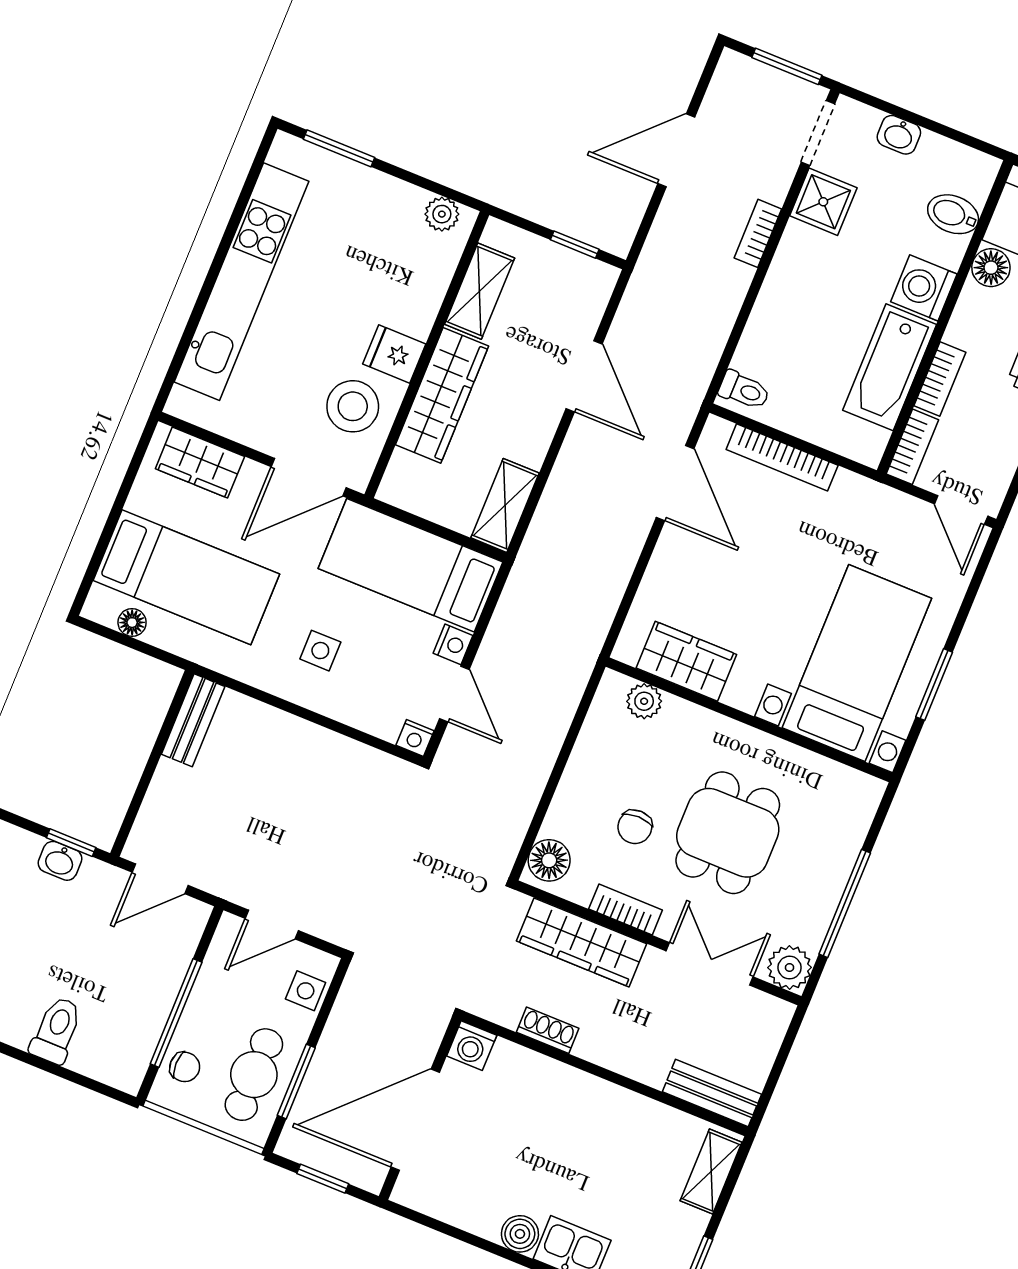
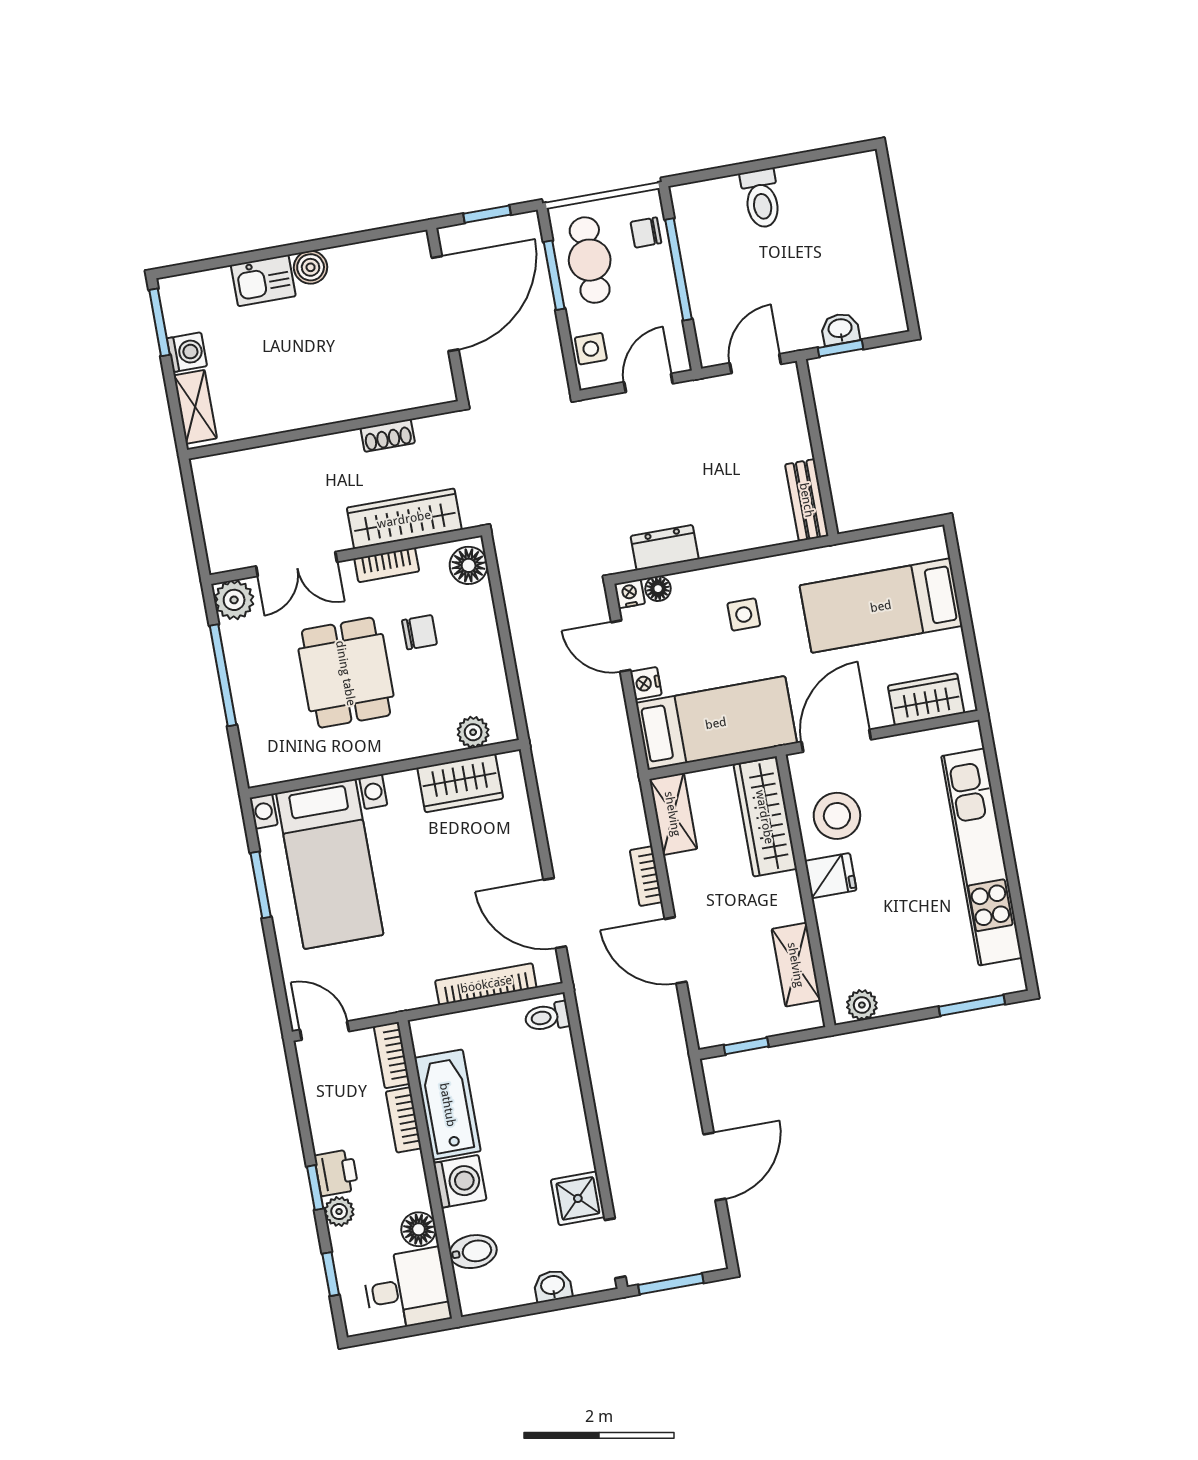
bookcase: (758, 233) -> (646, 876), moved, turned 180
wardrobe: (442, 395) -> (765, 817), moved
floor lamp: (132, 623) -> (658, 589), moved
dresser: (355, 760) -> (665, 548), added
chair: (635, 827) -> (420, 632), turned 90
washing machine: (472, 1046) -> (187, 352), moved, turned 90
bench: (712, 1093) -> (232, 467), removed

